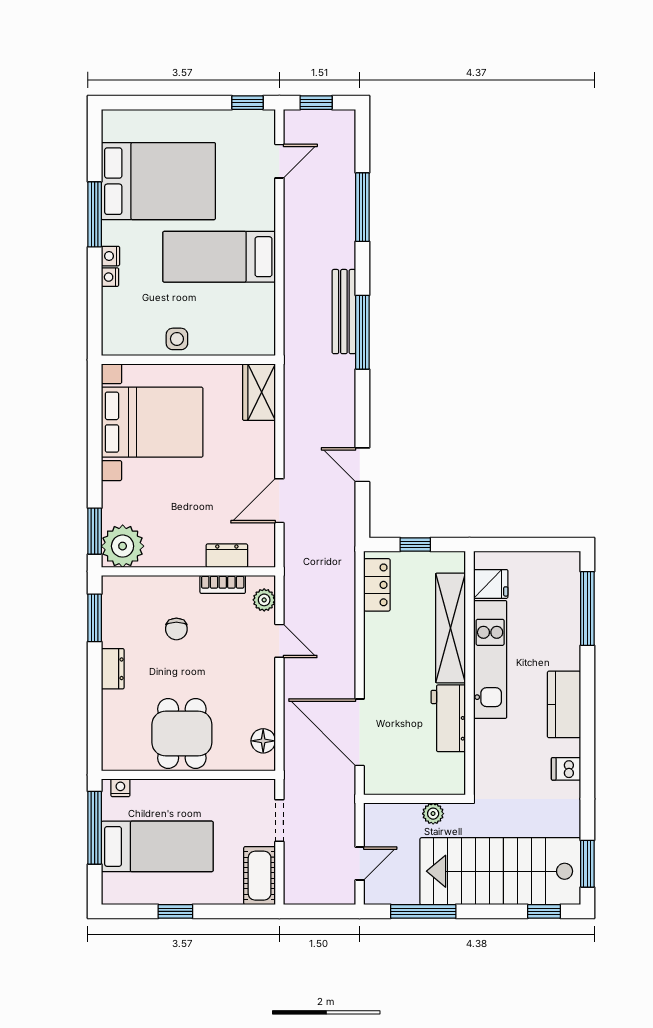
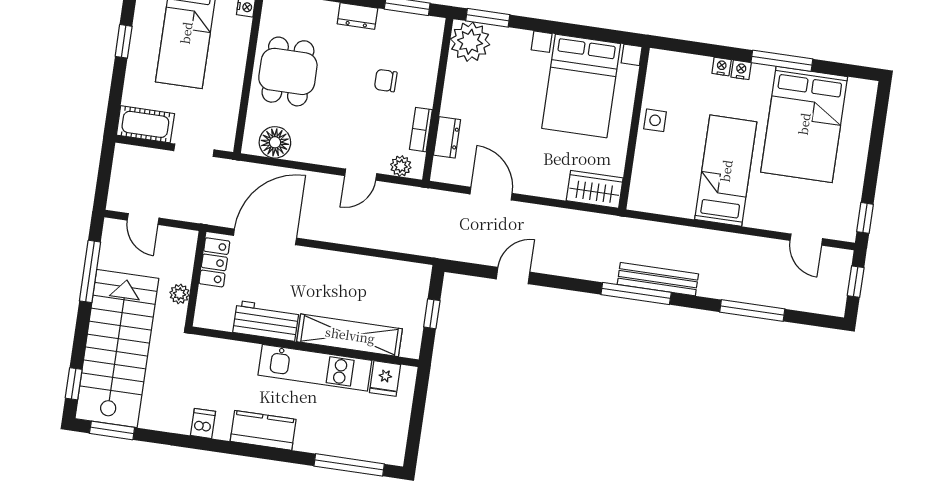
locker: (377, 585) -> (214, 262), moved, turned -90
dining table: (182, 733) -> (288, 71), turned 90
floor lamp: (263, 741) -> (275, 142), width x1.38, depth x1.38

